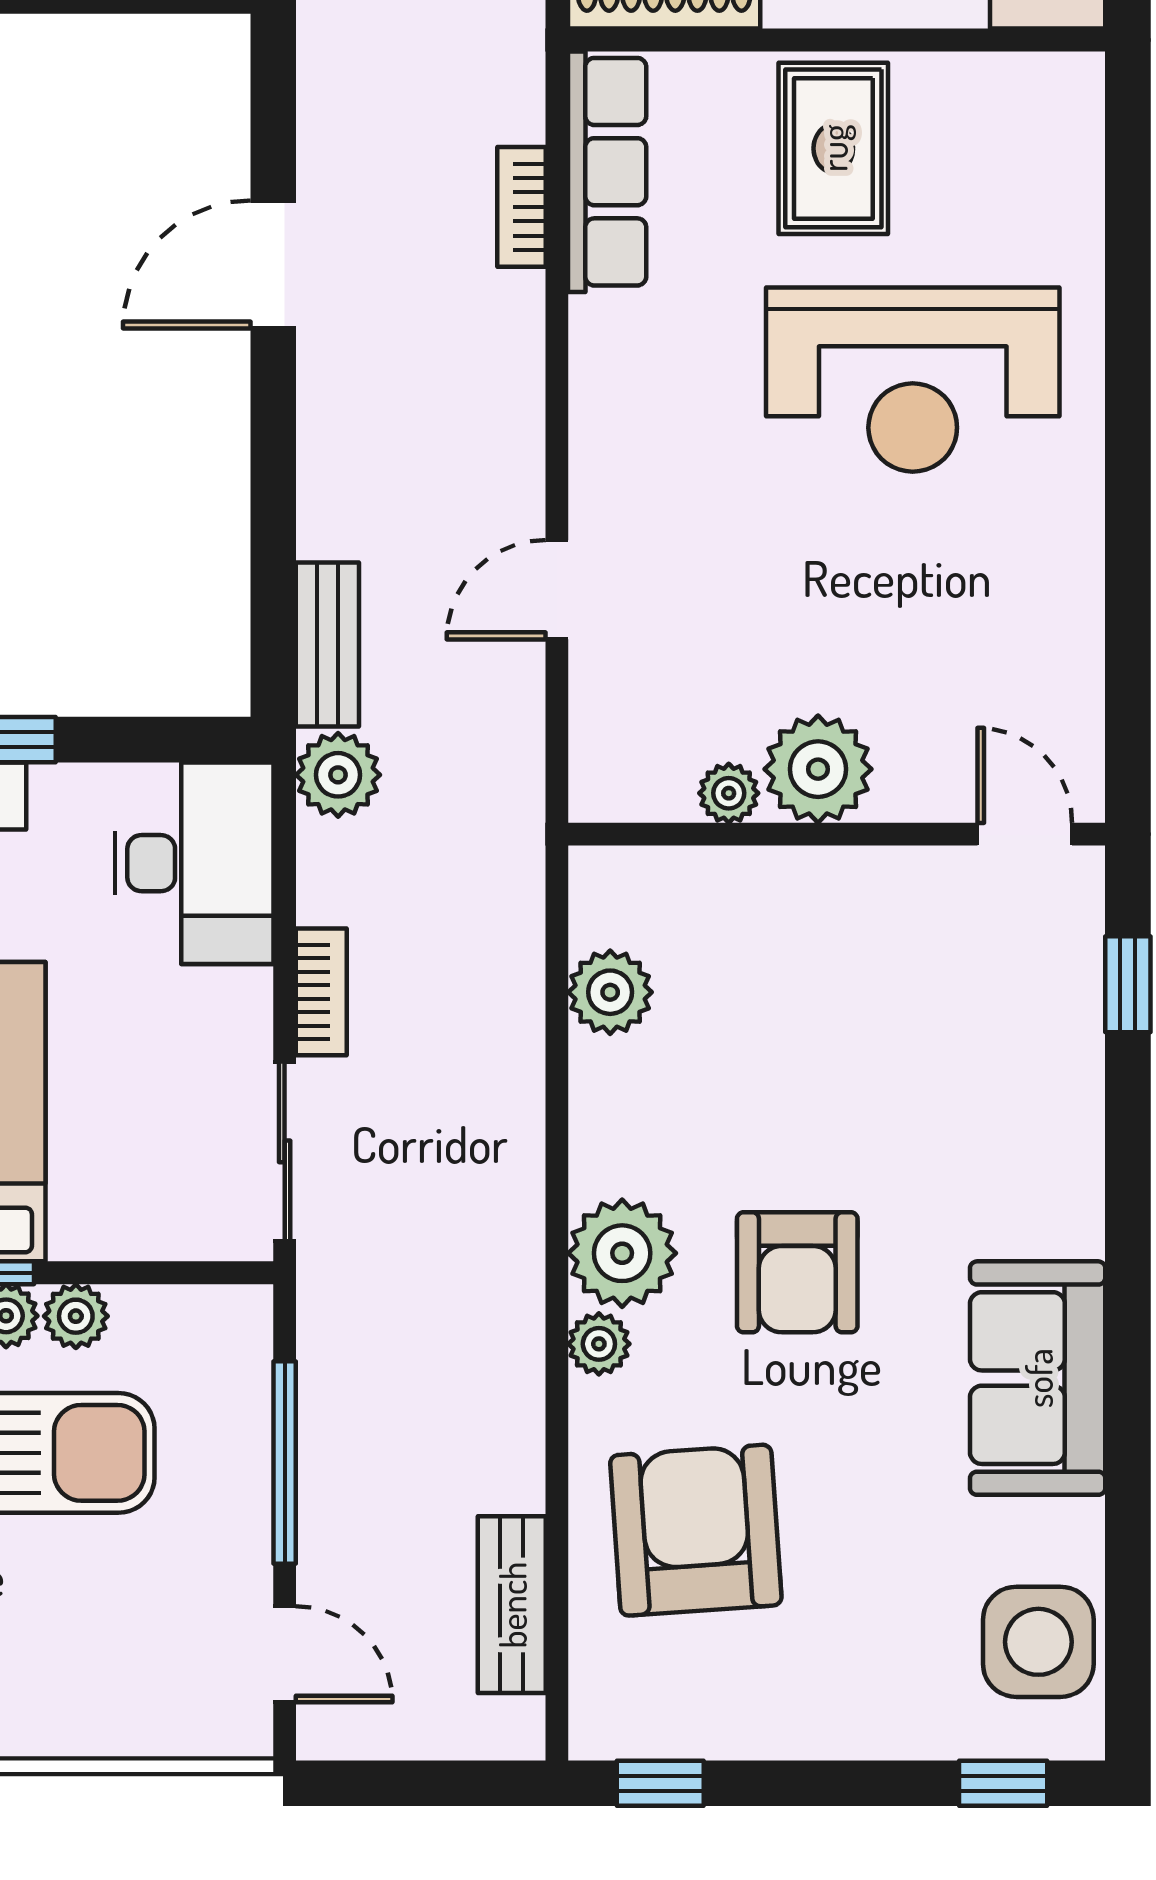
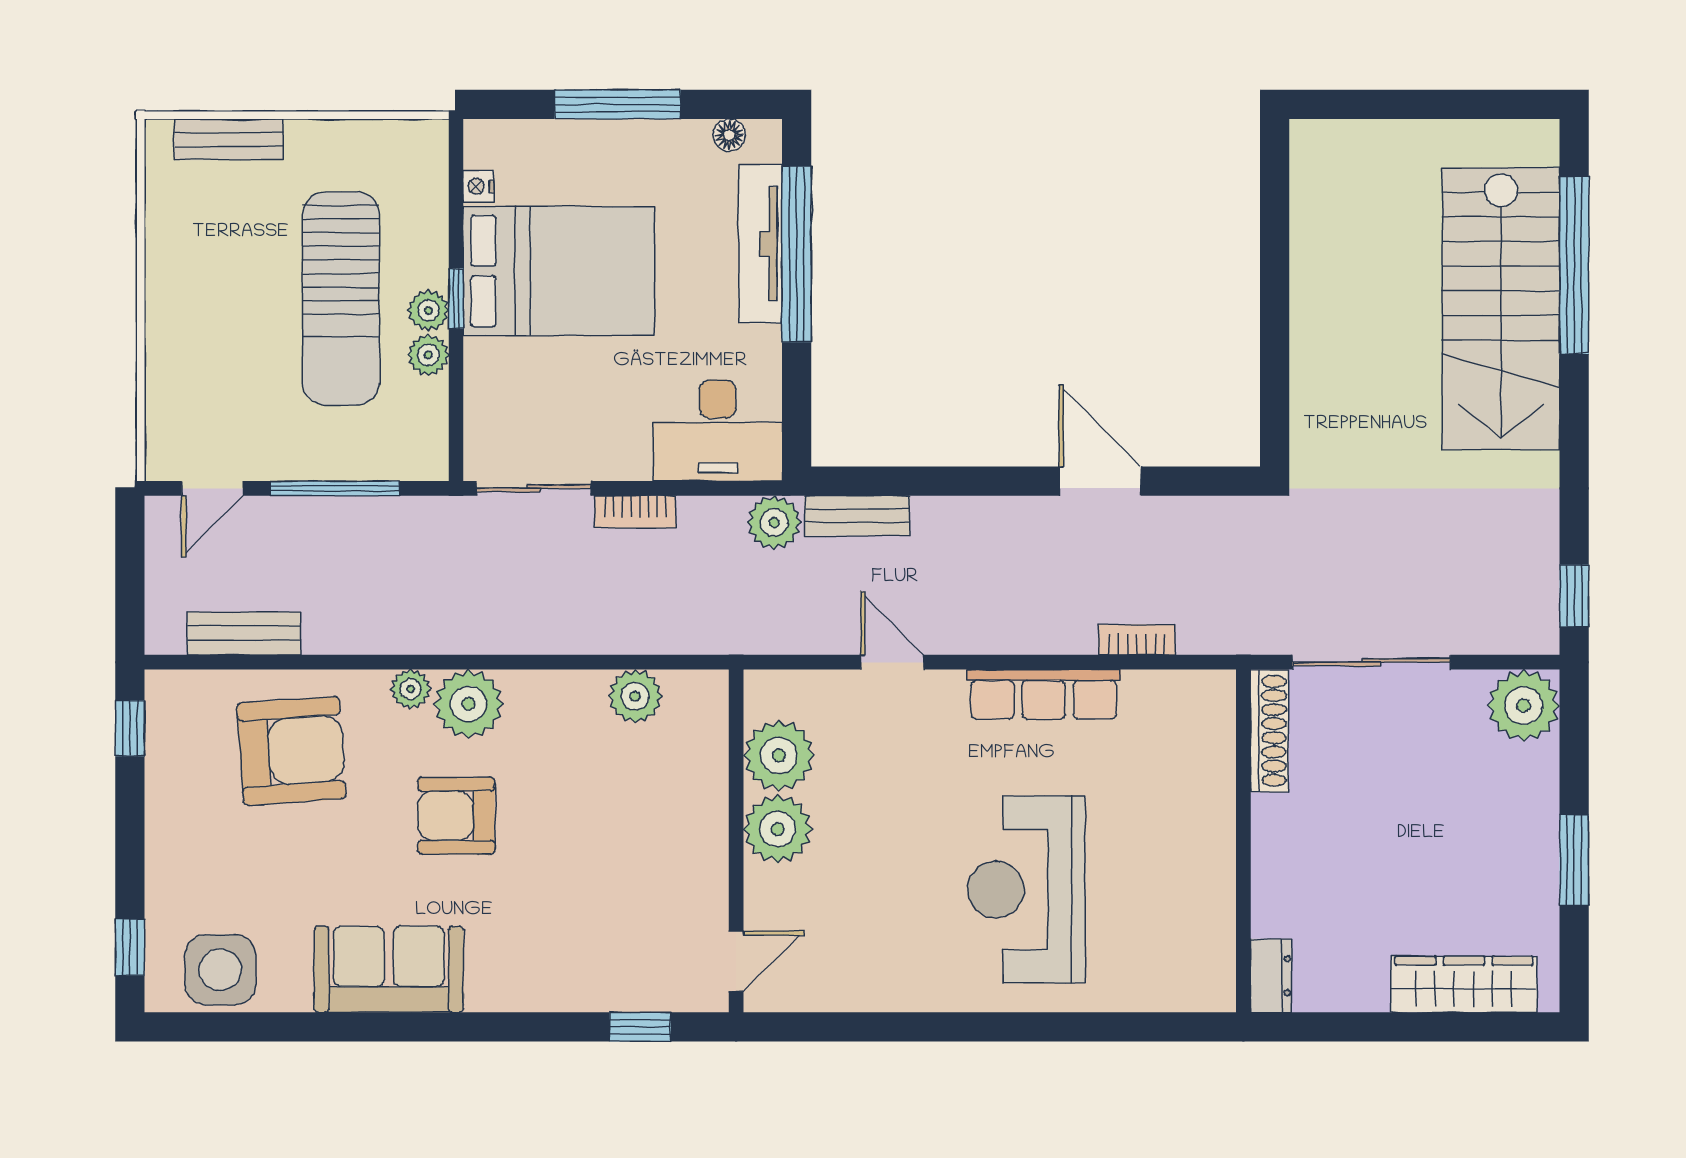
rug: (833, 148) -> (1174, 839), removed
row of seats: (607, 172) -> (1044, 694), moved
plant: (729, 793) -> (779, 755), width x1.88, depth x1.88

